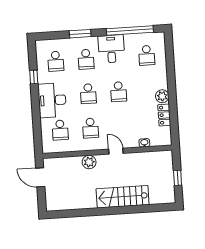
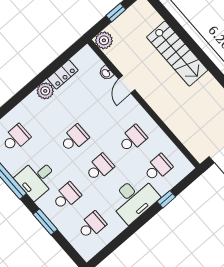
window: (34, 77) -> (166, 199), moved
door: (116, 151) -> (127, 84), moved
plant: (89, 162) -> (104, 40), moved

